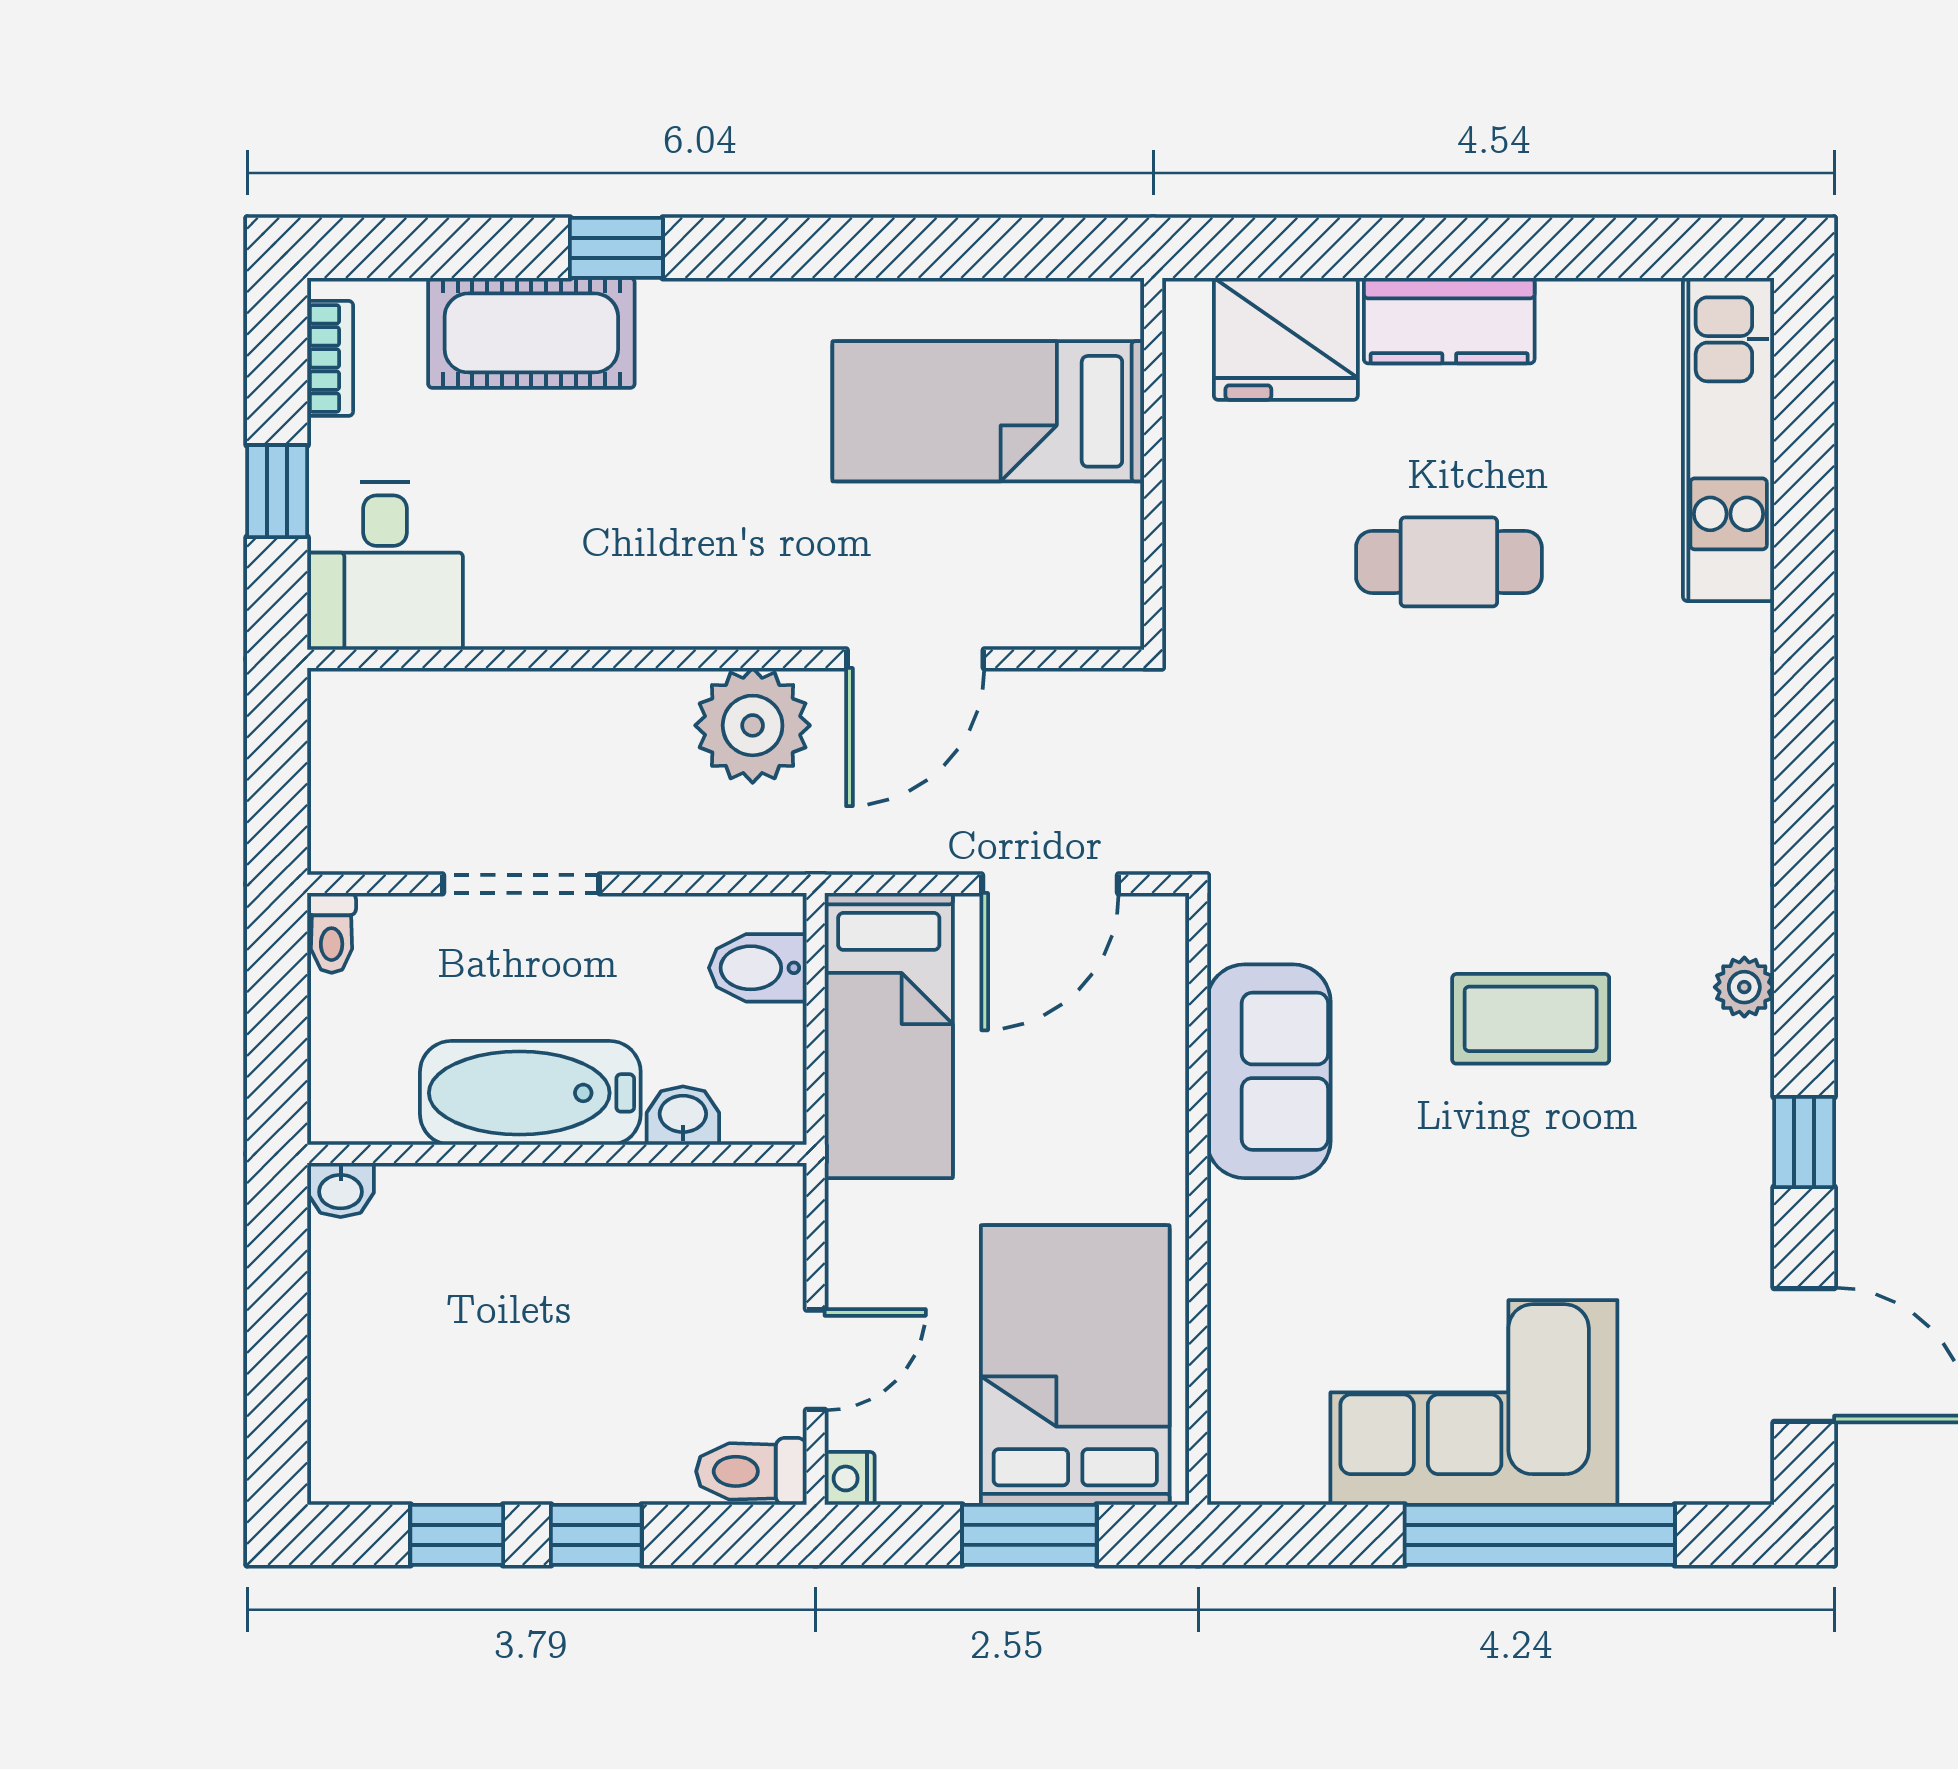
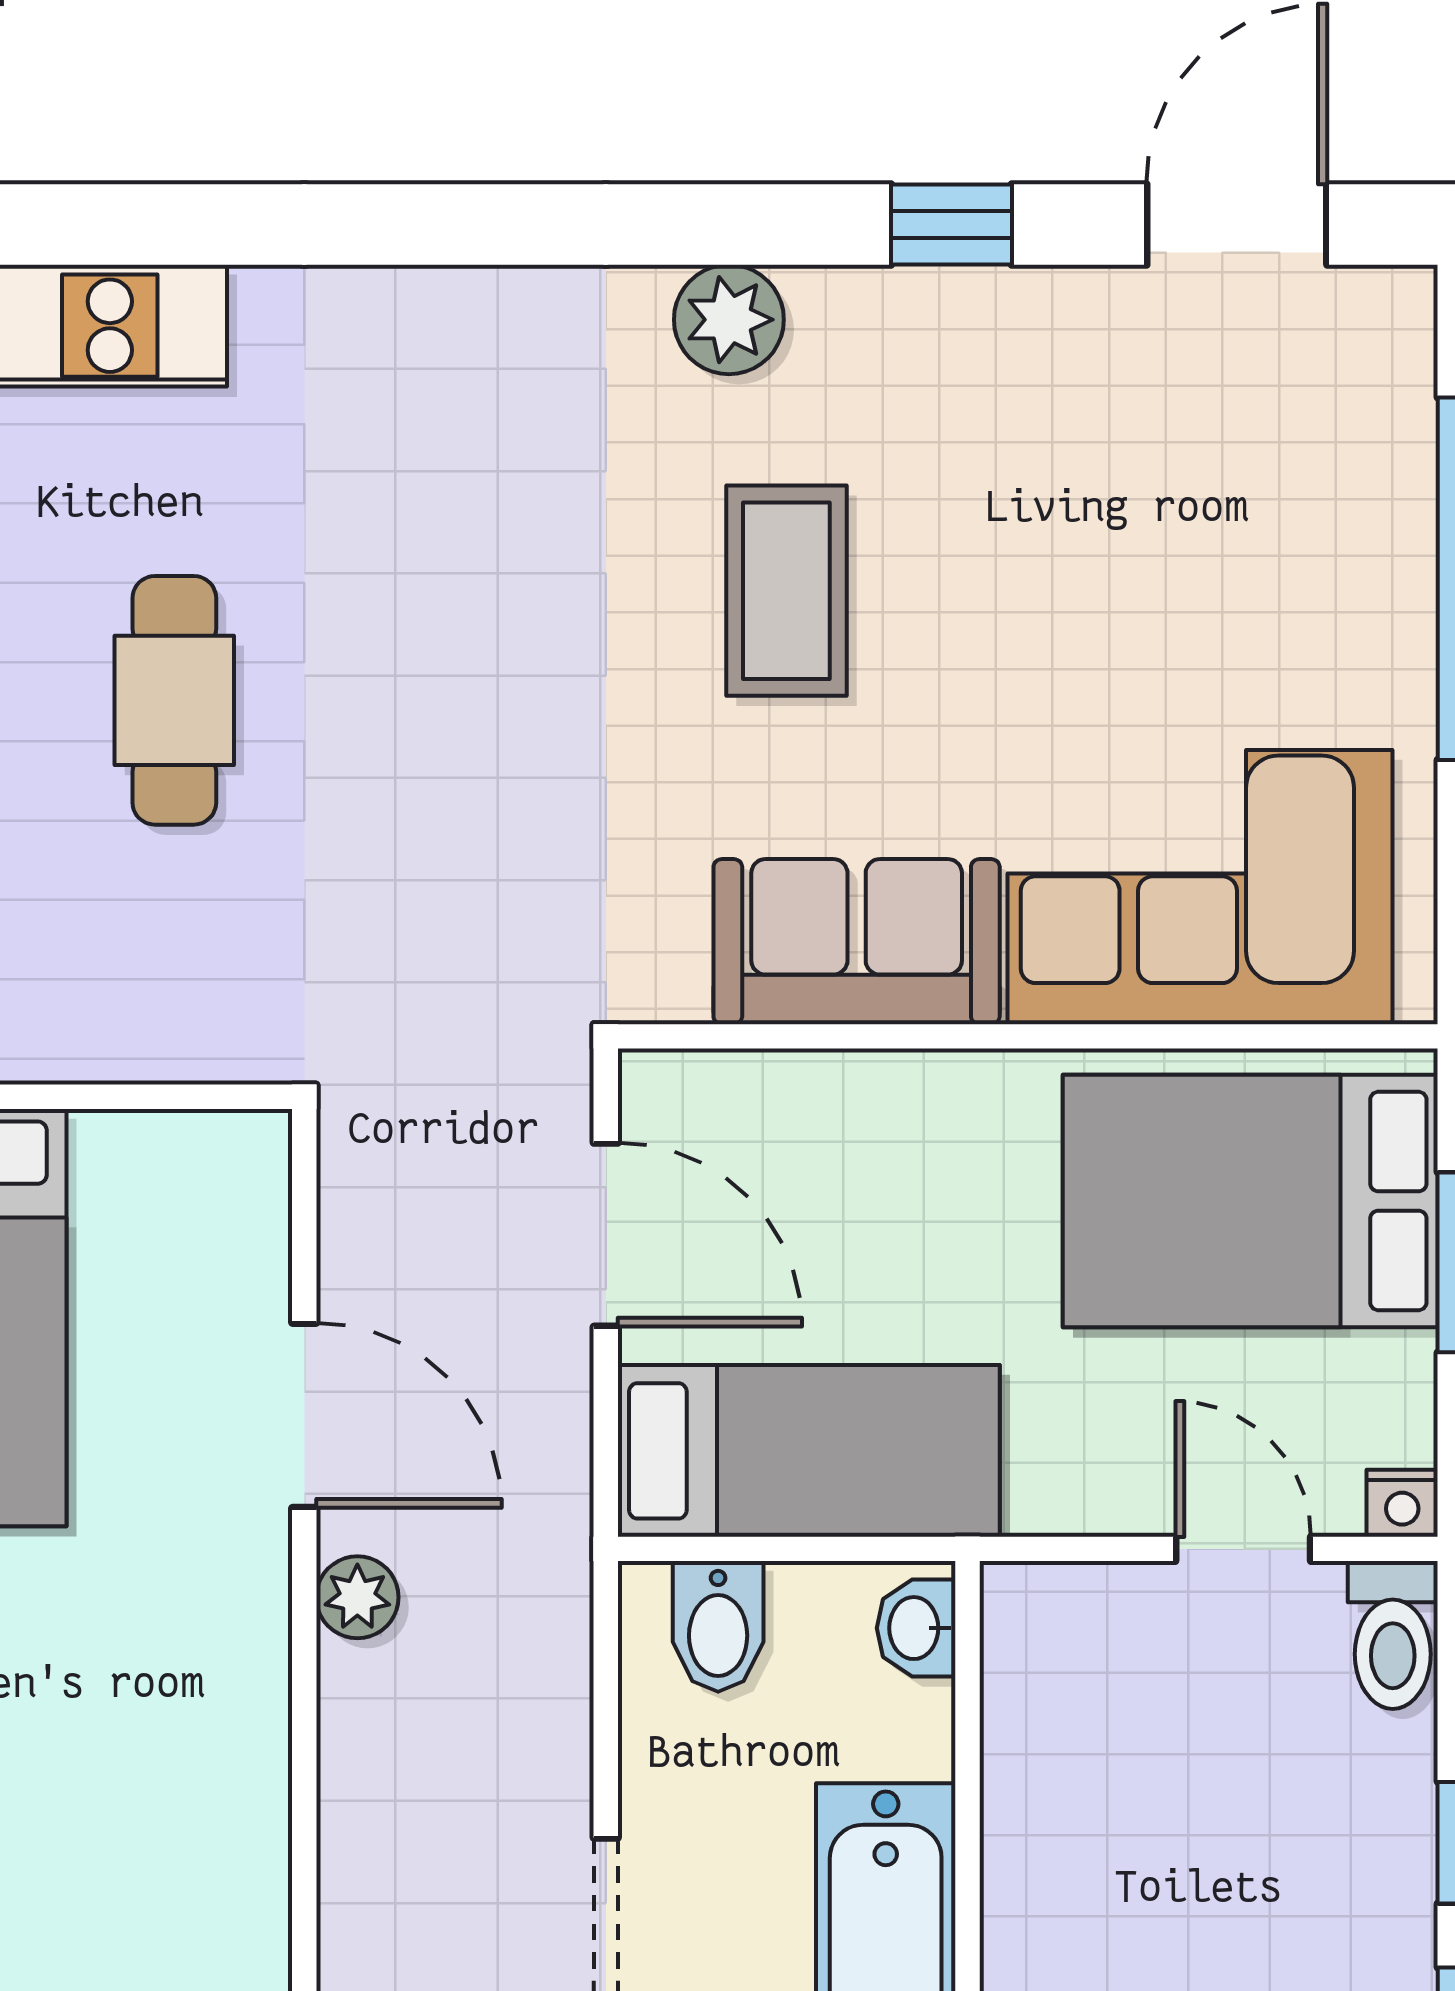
plant: (753, 725) -> (357, 1597), width x0.53, depth x0.53
plant: (1744, 987) -> (729, 320), width x1.38, depth x1.38
washbasin: (683, 1116) -> (916, 1628), moved
corner sofa: (1474, 1403) -> (1200, 887), moved, turned 90

